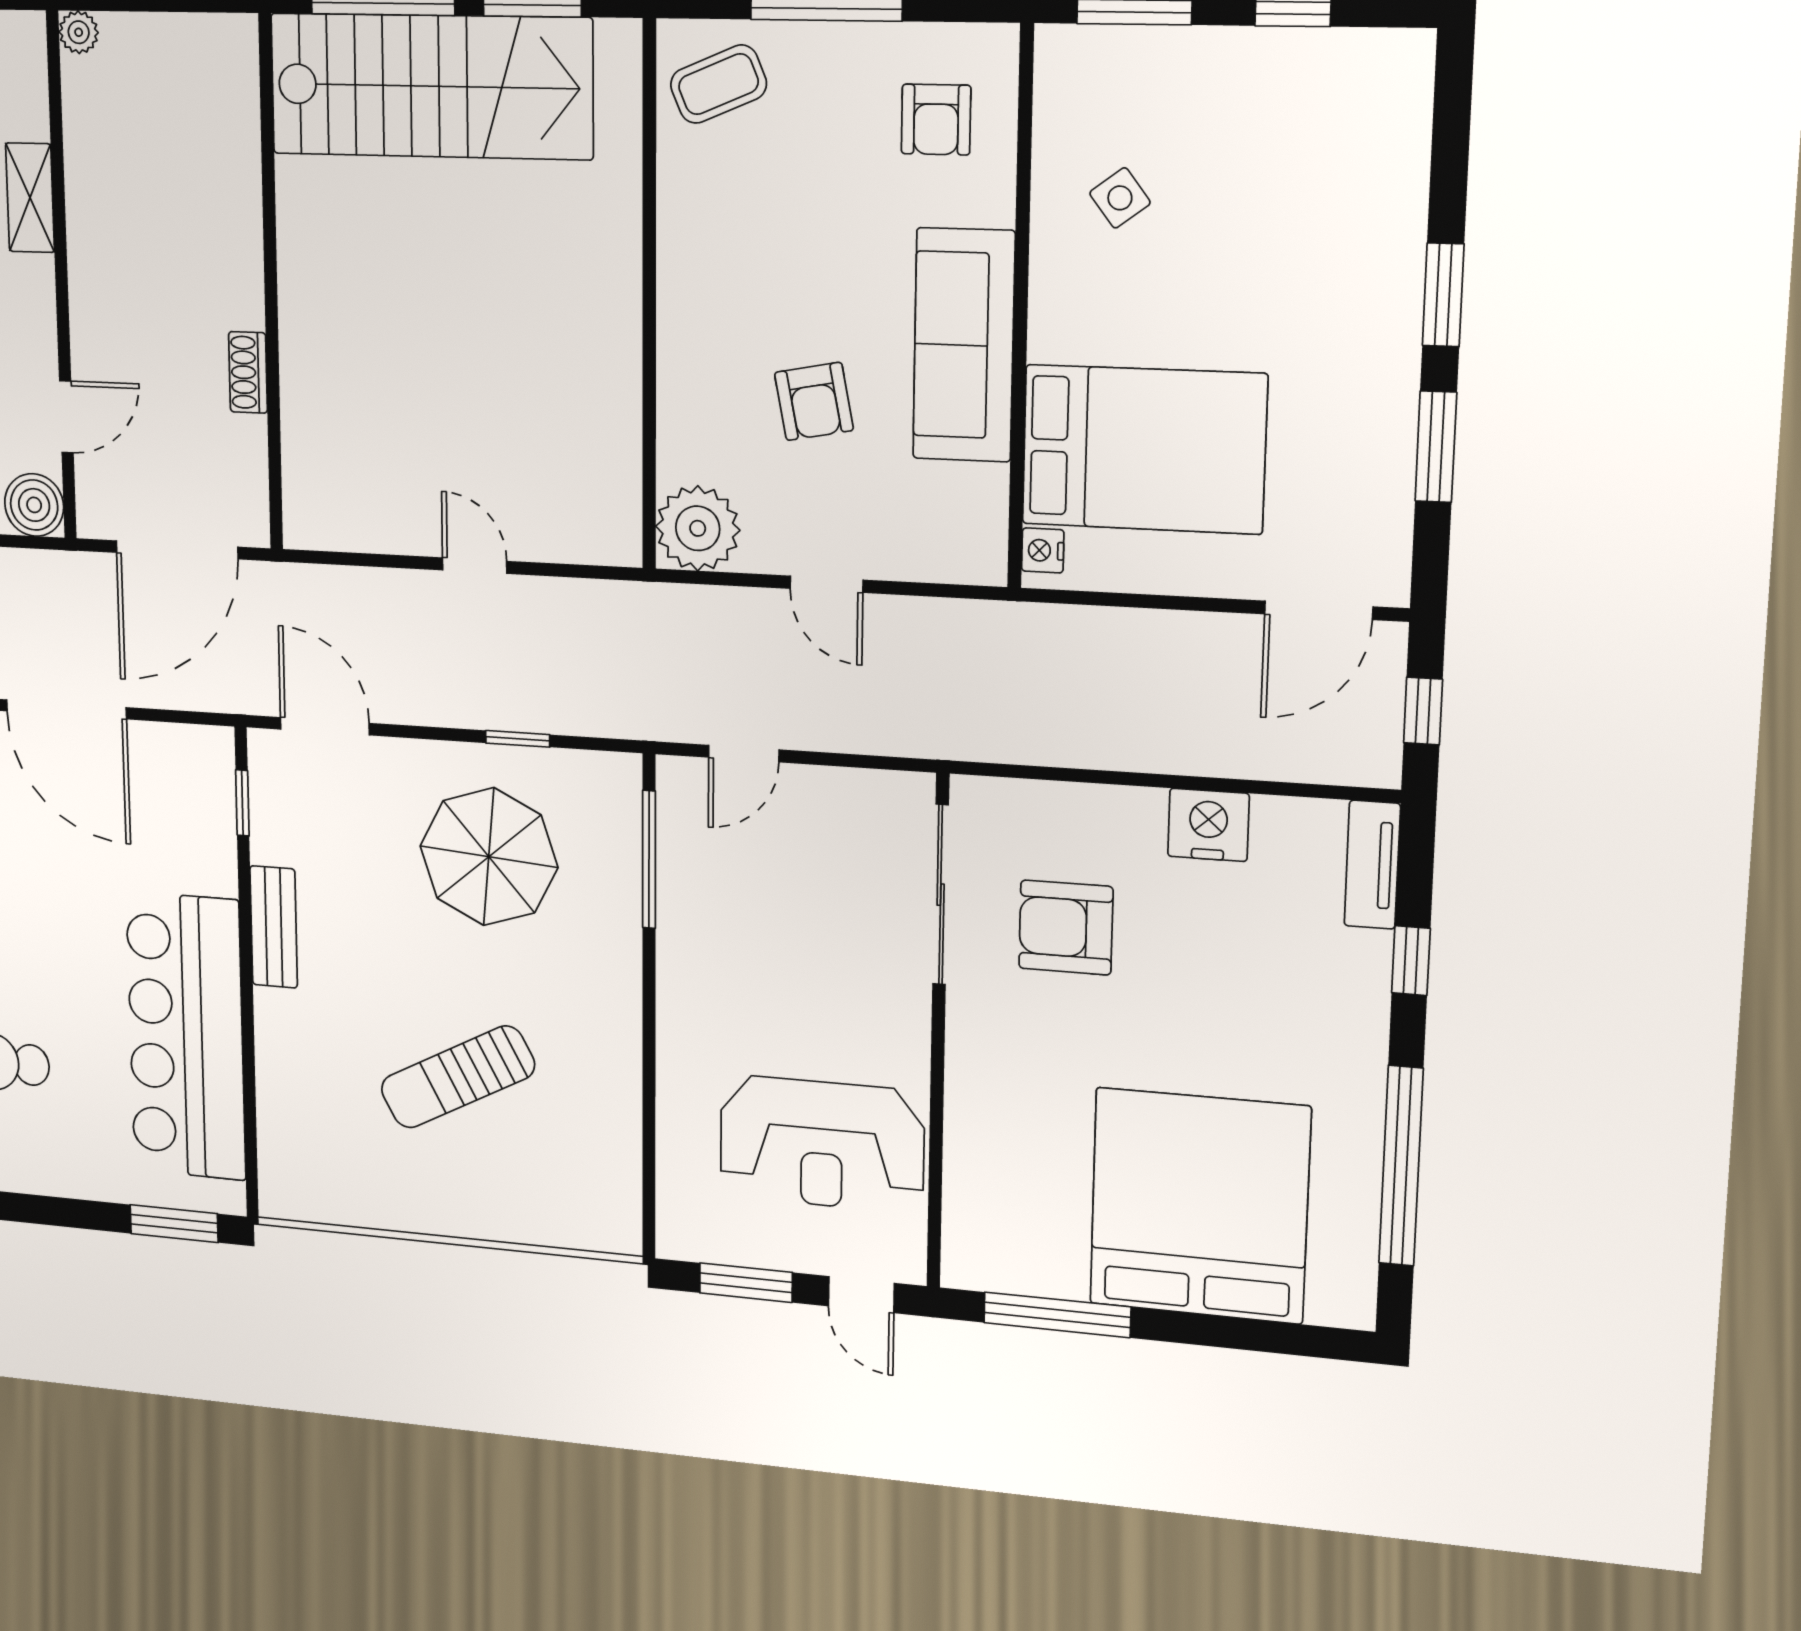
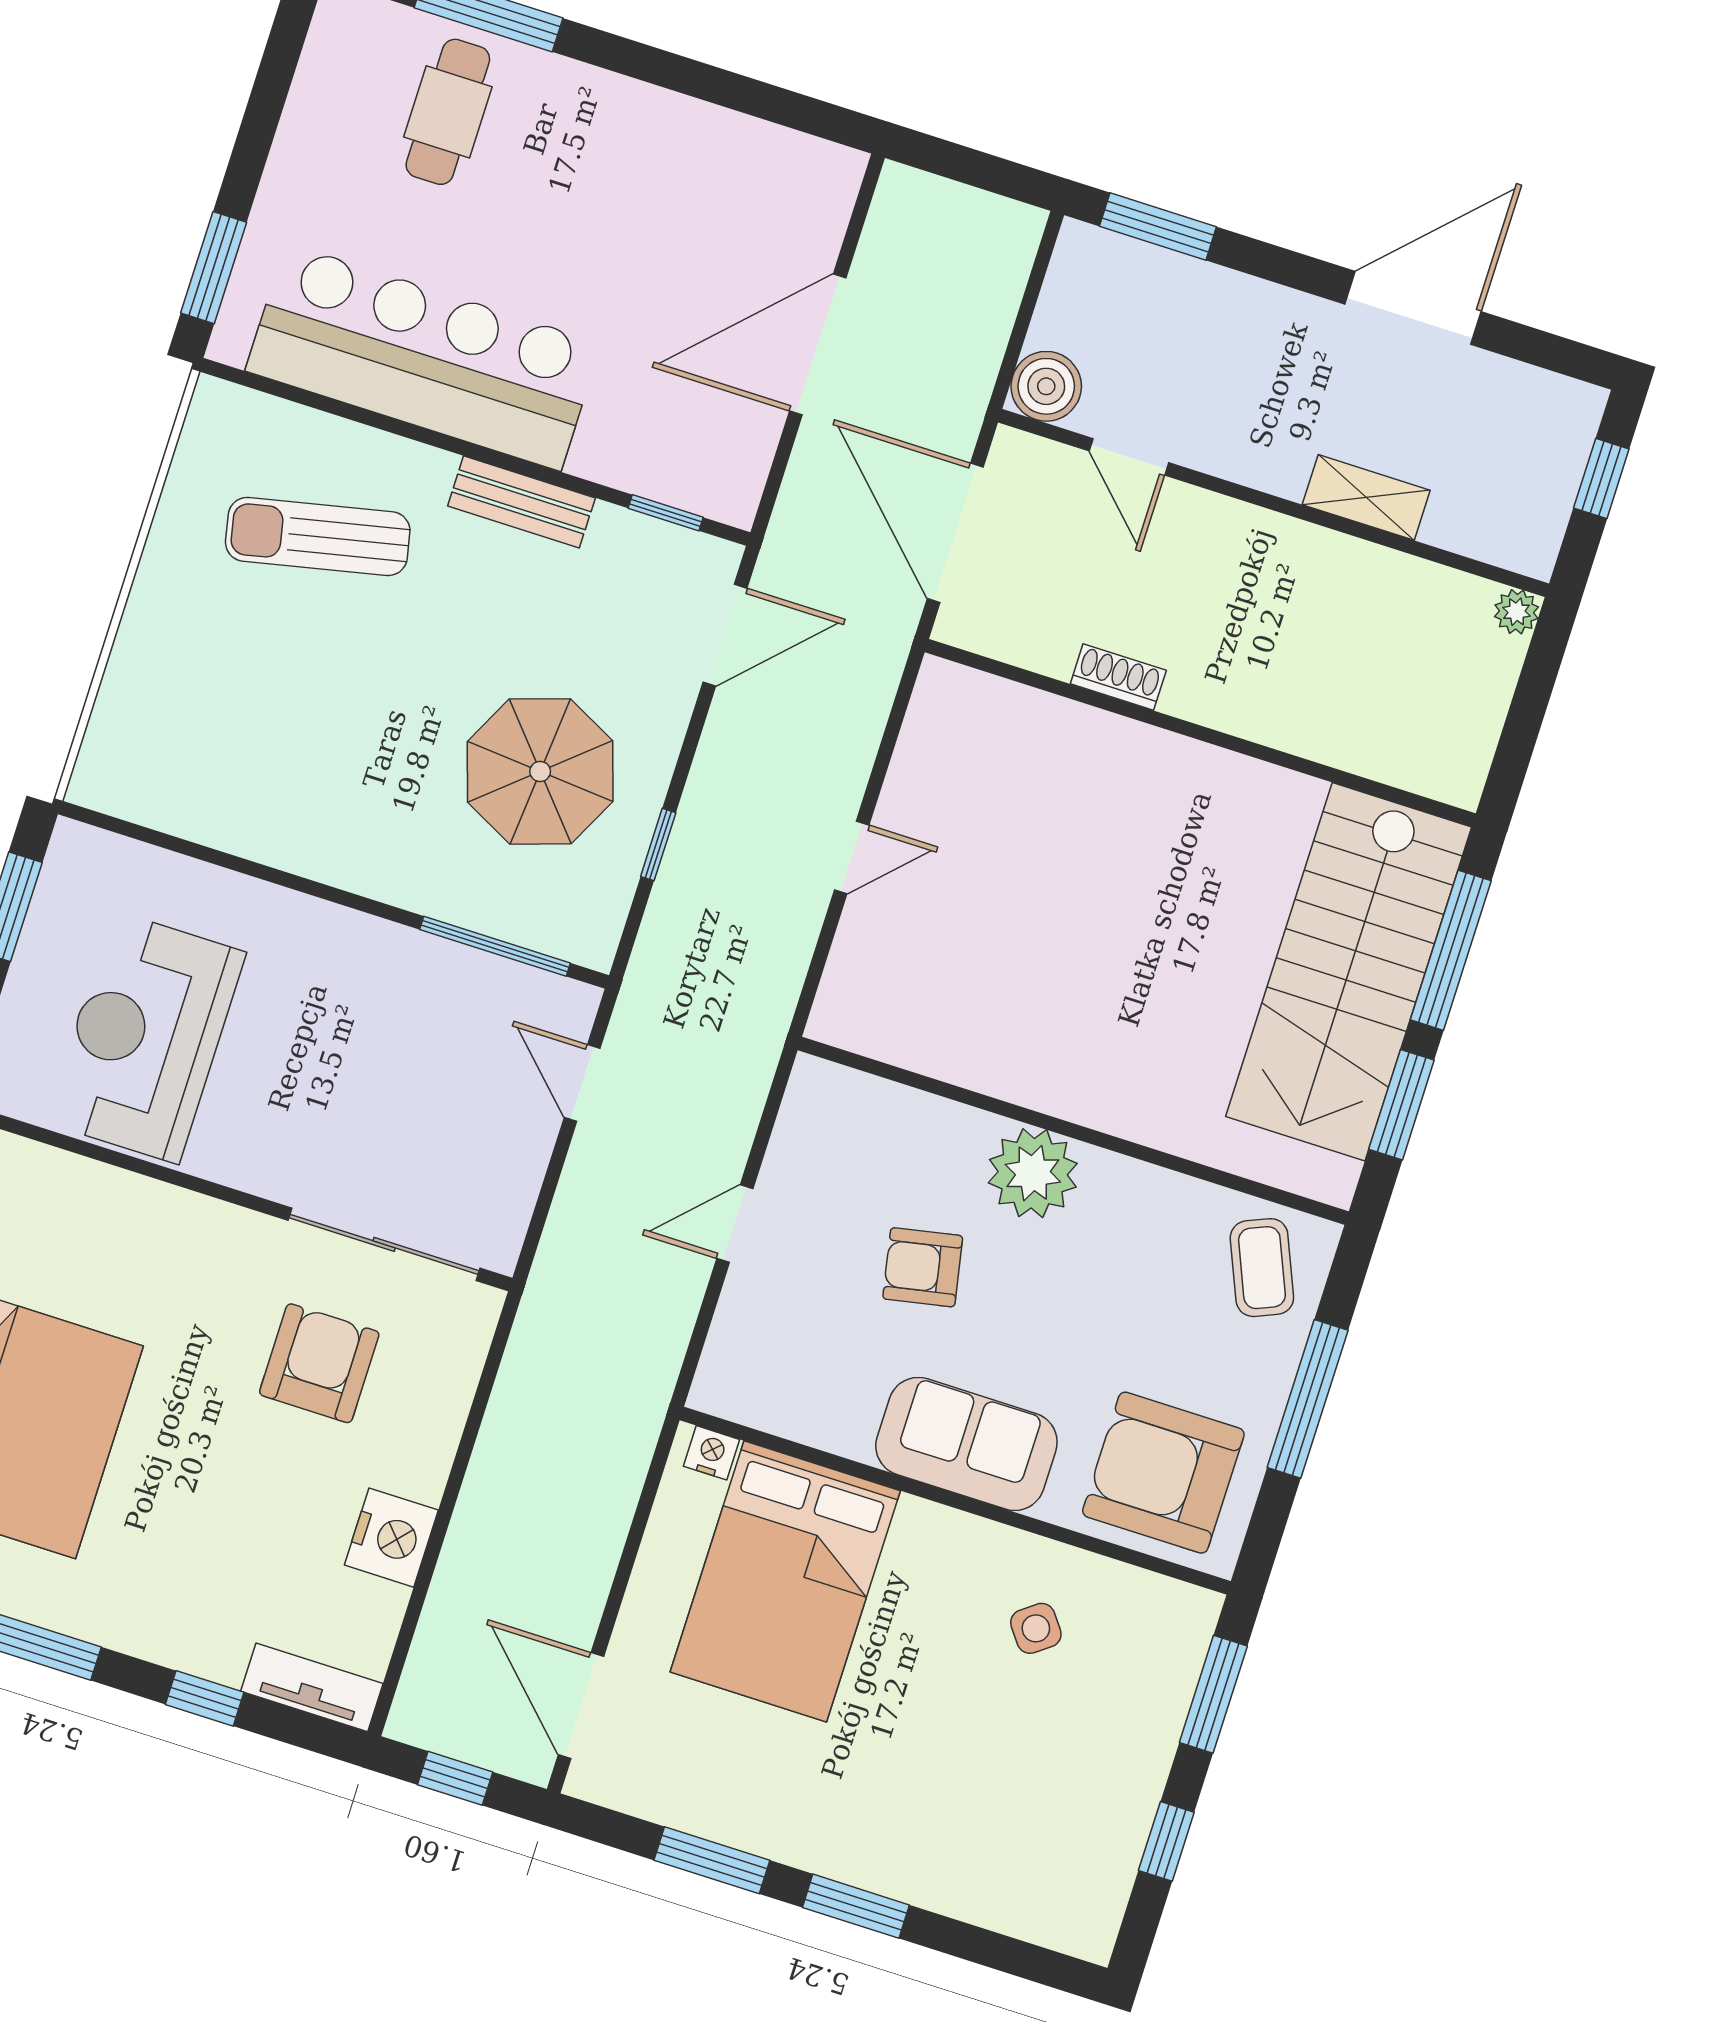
armchair: (936, 120) -> (1163, 1473), width x1.88, depth x1.88
sofa: (964, 345) -> (966, 1444), width x0.73
plant: (698, 528) -> (1033, 1173), moved
sun lounger: (458, 1077) -> (318, 536), moved, turned -74

